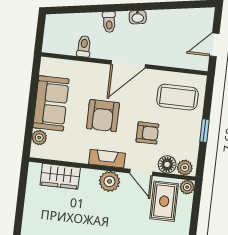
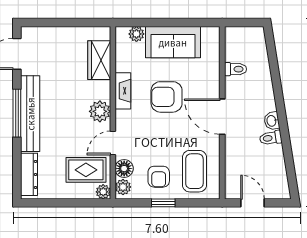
toilet: (109, 22) -> (271, 138), moved
armchair: (147, 133) -> (159, 177), moved
fireplace: (107, 159) -> (123, 91), moved

